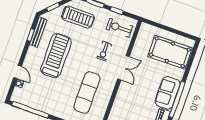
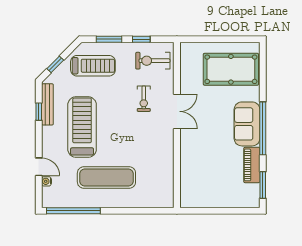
exercise mat: (87, 93) -> (106, 178), moved, turned 90

